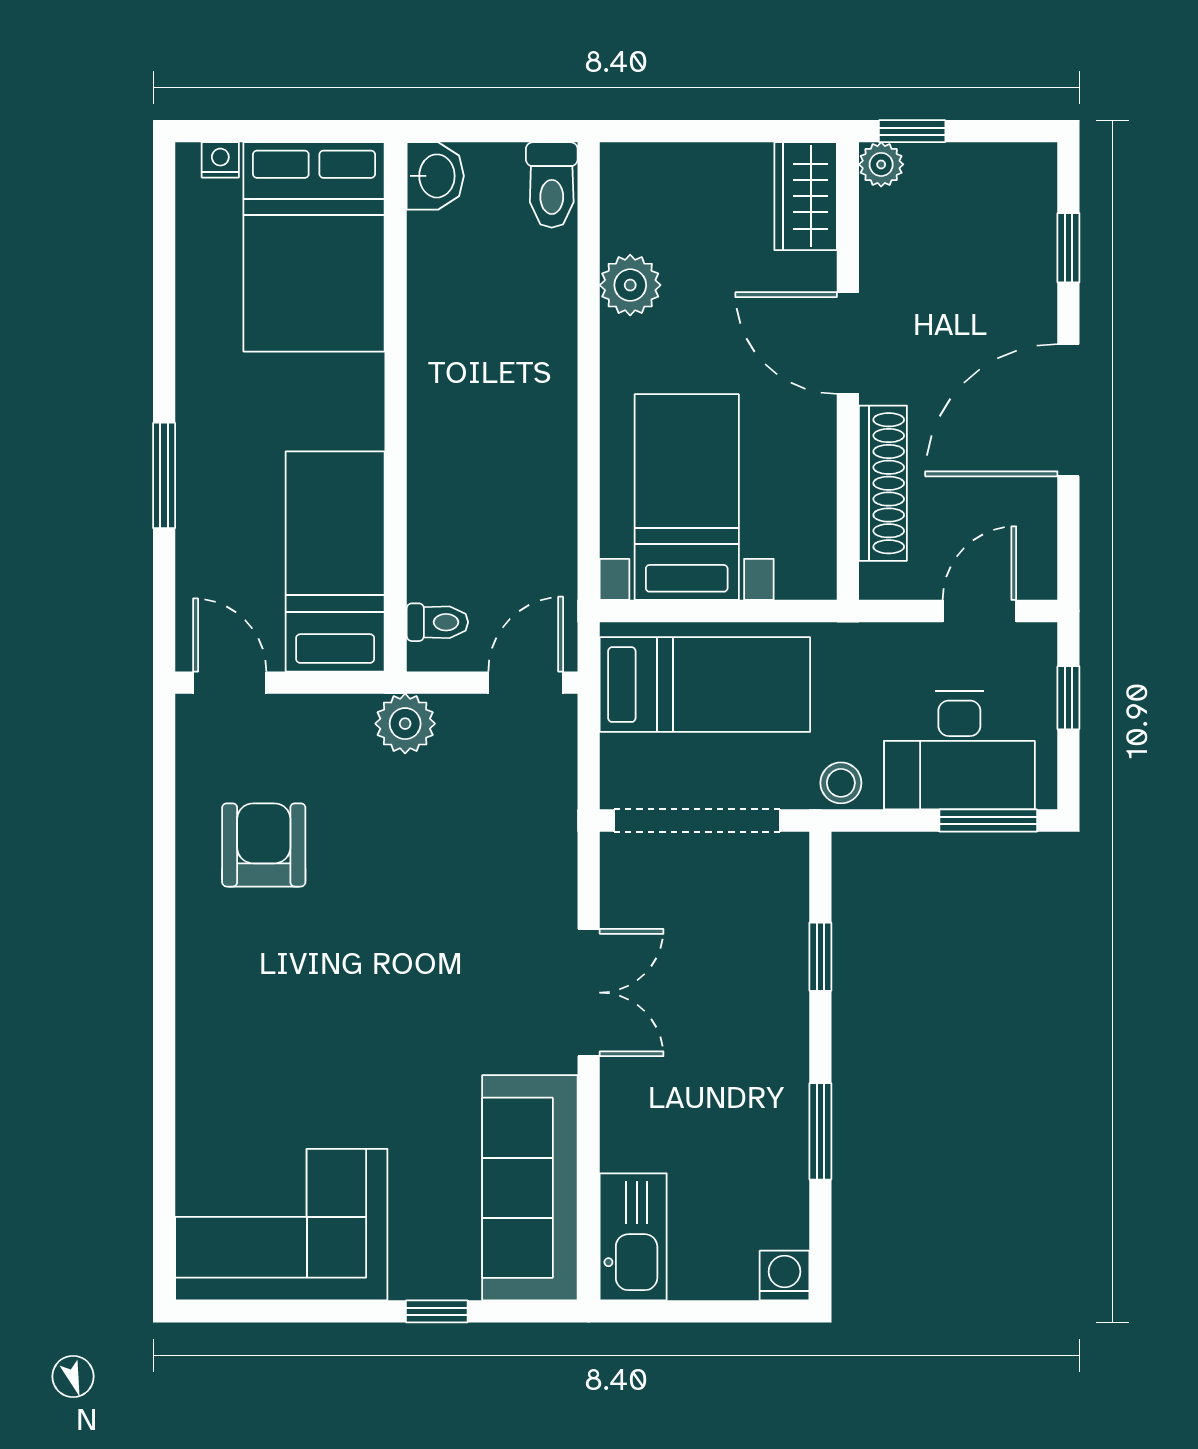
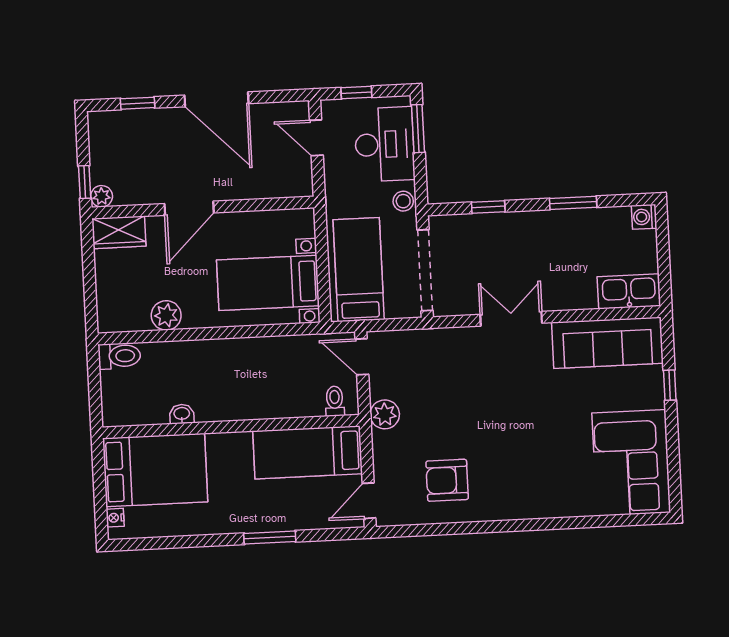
washbasin: (435, 176) -> (182, 414), moved, width x0.72, depth x0.69
shoe rack: (883, 483) -> (256, 188), removed

